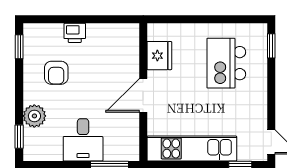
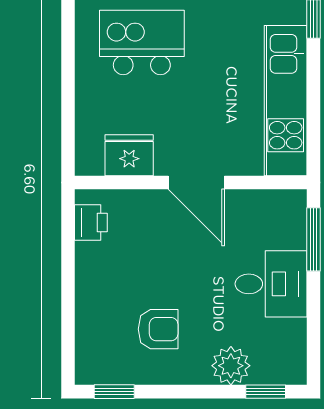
printer: (75, 33) -> (91, 222), moved
kitchen island: (226, 63) -> (142, 42), turned 180

